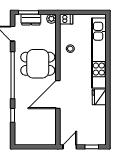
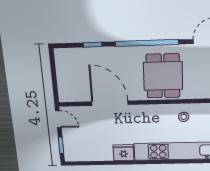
door: (58, 95) -> (110, 103), moved

